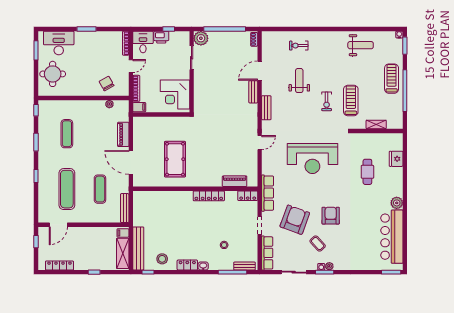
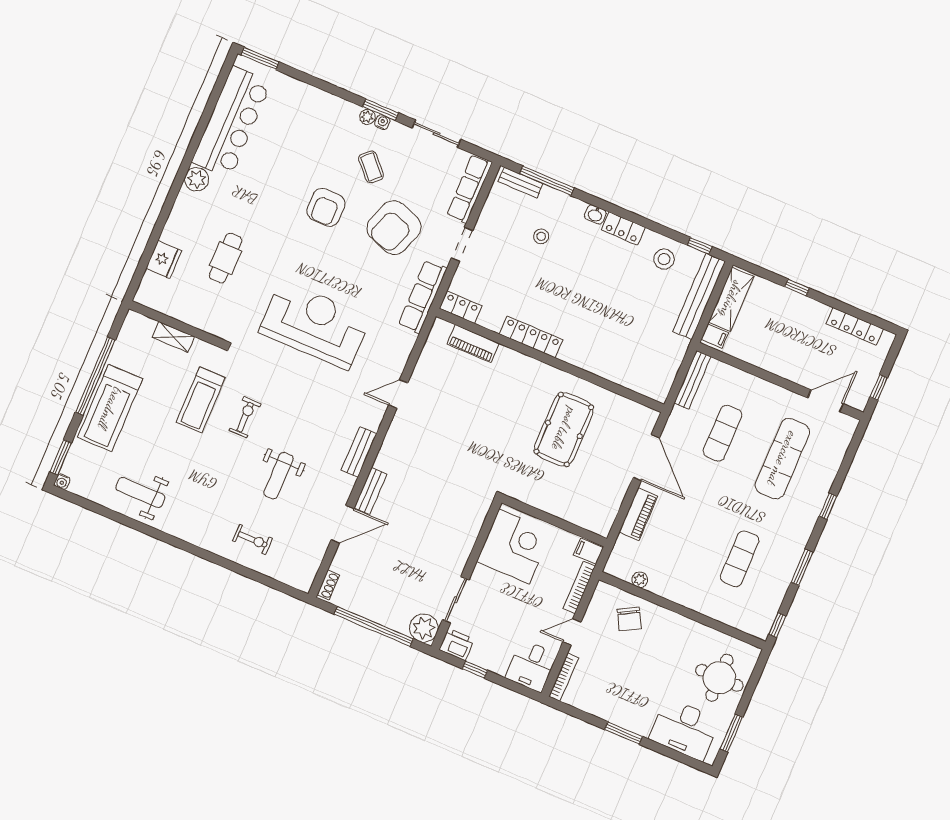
printer: (161, 37) -> (457, 644), moved
treadmill: (392, 79) -> (110, 408), width x1.37, depth x1.38

